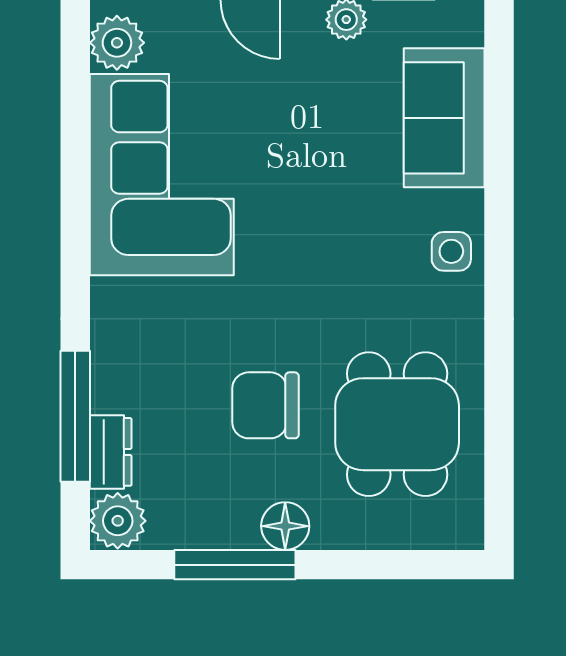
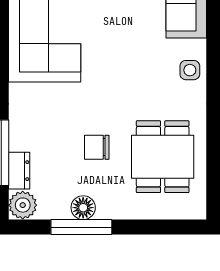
chair: (265, 405) -> (97, 147), width x0.73, depth x0.73
floor lamp: (285, 526) -> (83, 208), moved

